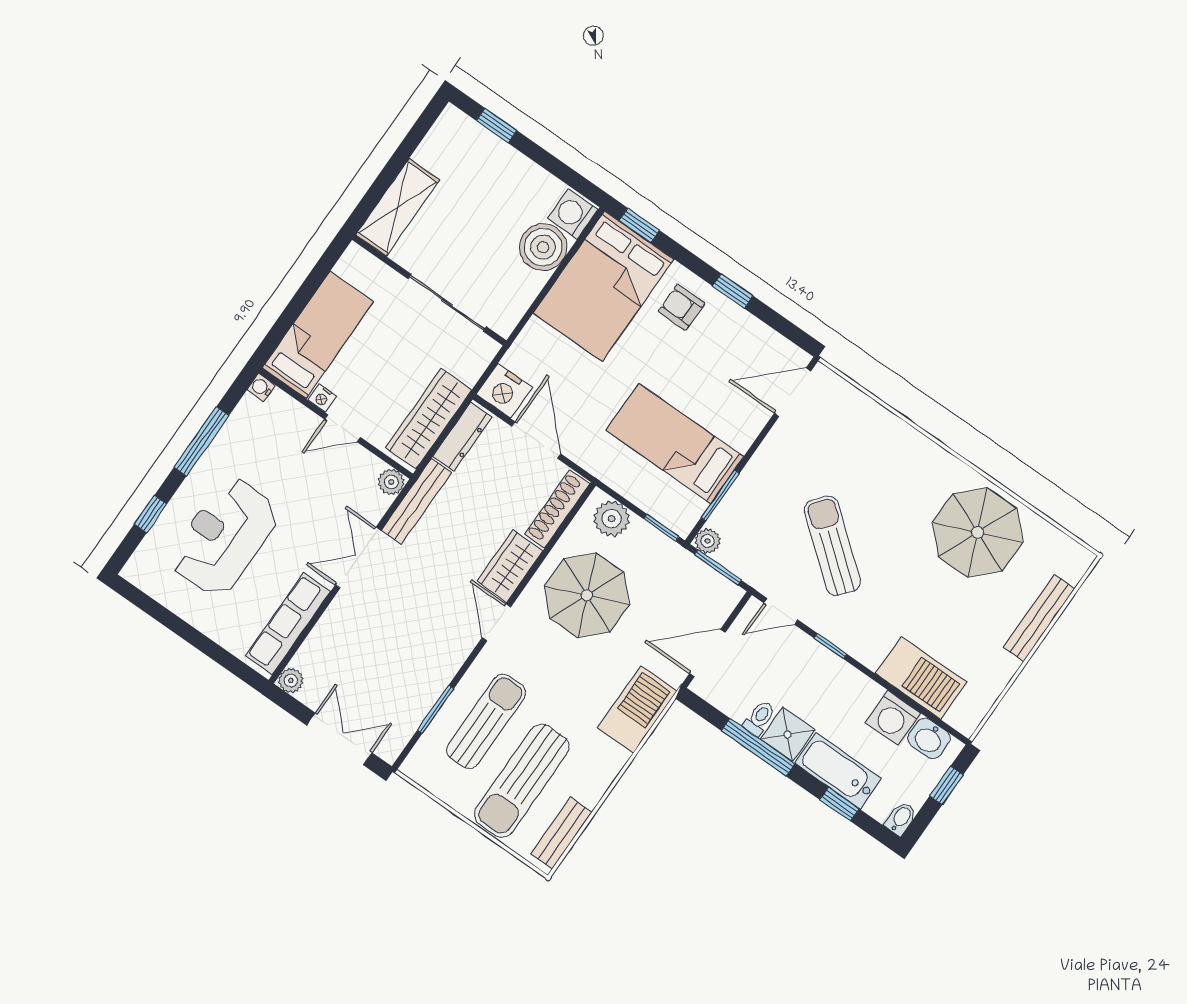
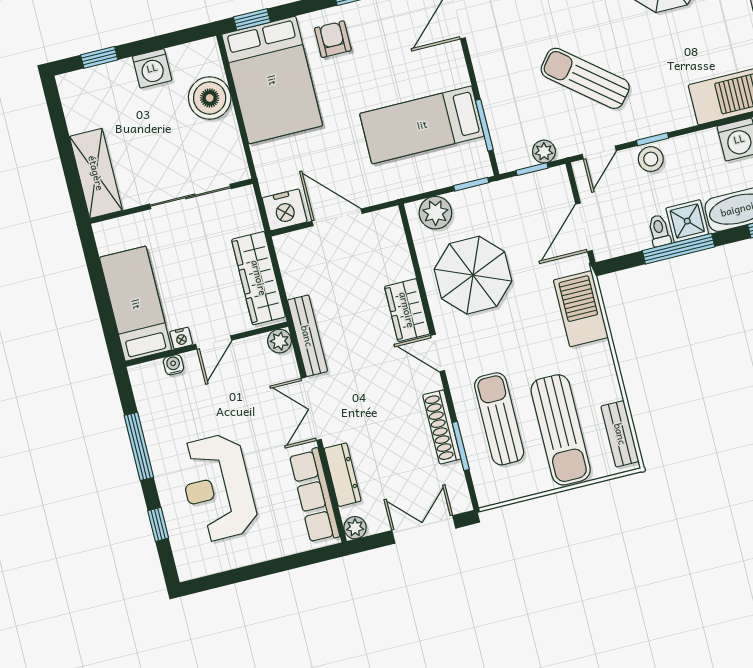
washing machine: (573, 214) -> (152, 68), moved, turned -90
armchair: (682, 307) -> (333, 39), turned 90
water cooler: (261, 387) -> (173, 365), moved, turned 90
dresser: (462, 437) -> (343, 475), moved
shoe rack: (557, 509) -> (442, 427), moved
plant: (708, 541) -> (544, 152), moved
window: (718, 567) -> (532, 169), width x0.67
stool: (813, 659) -> (651, 159), added

